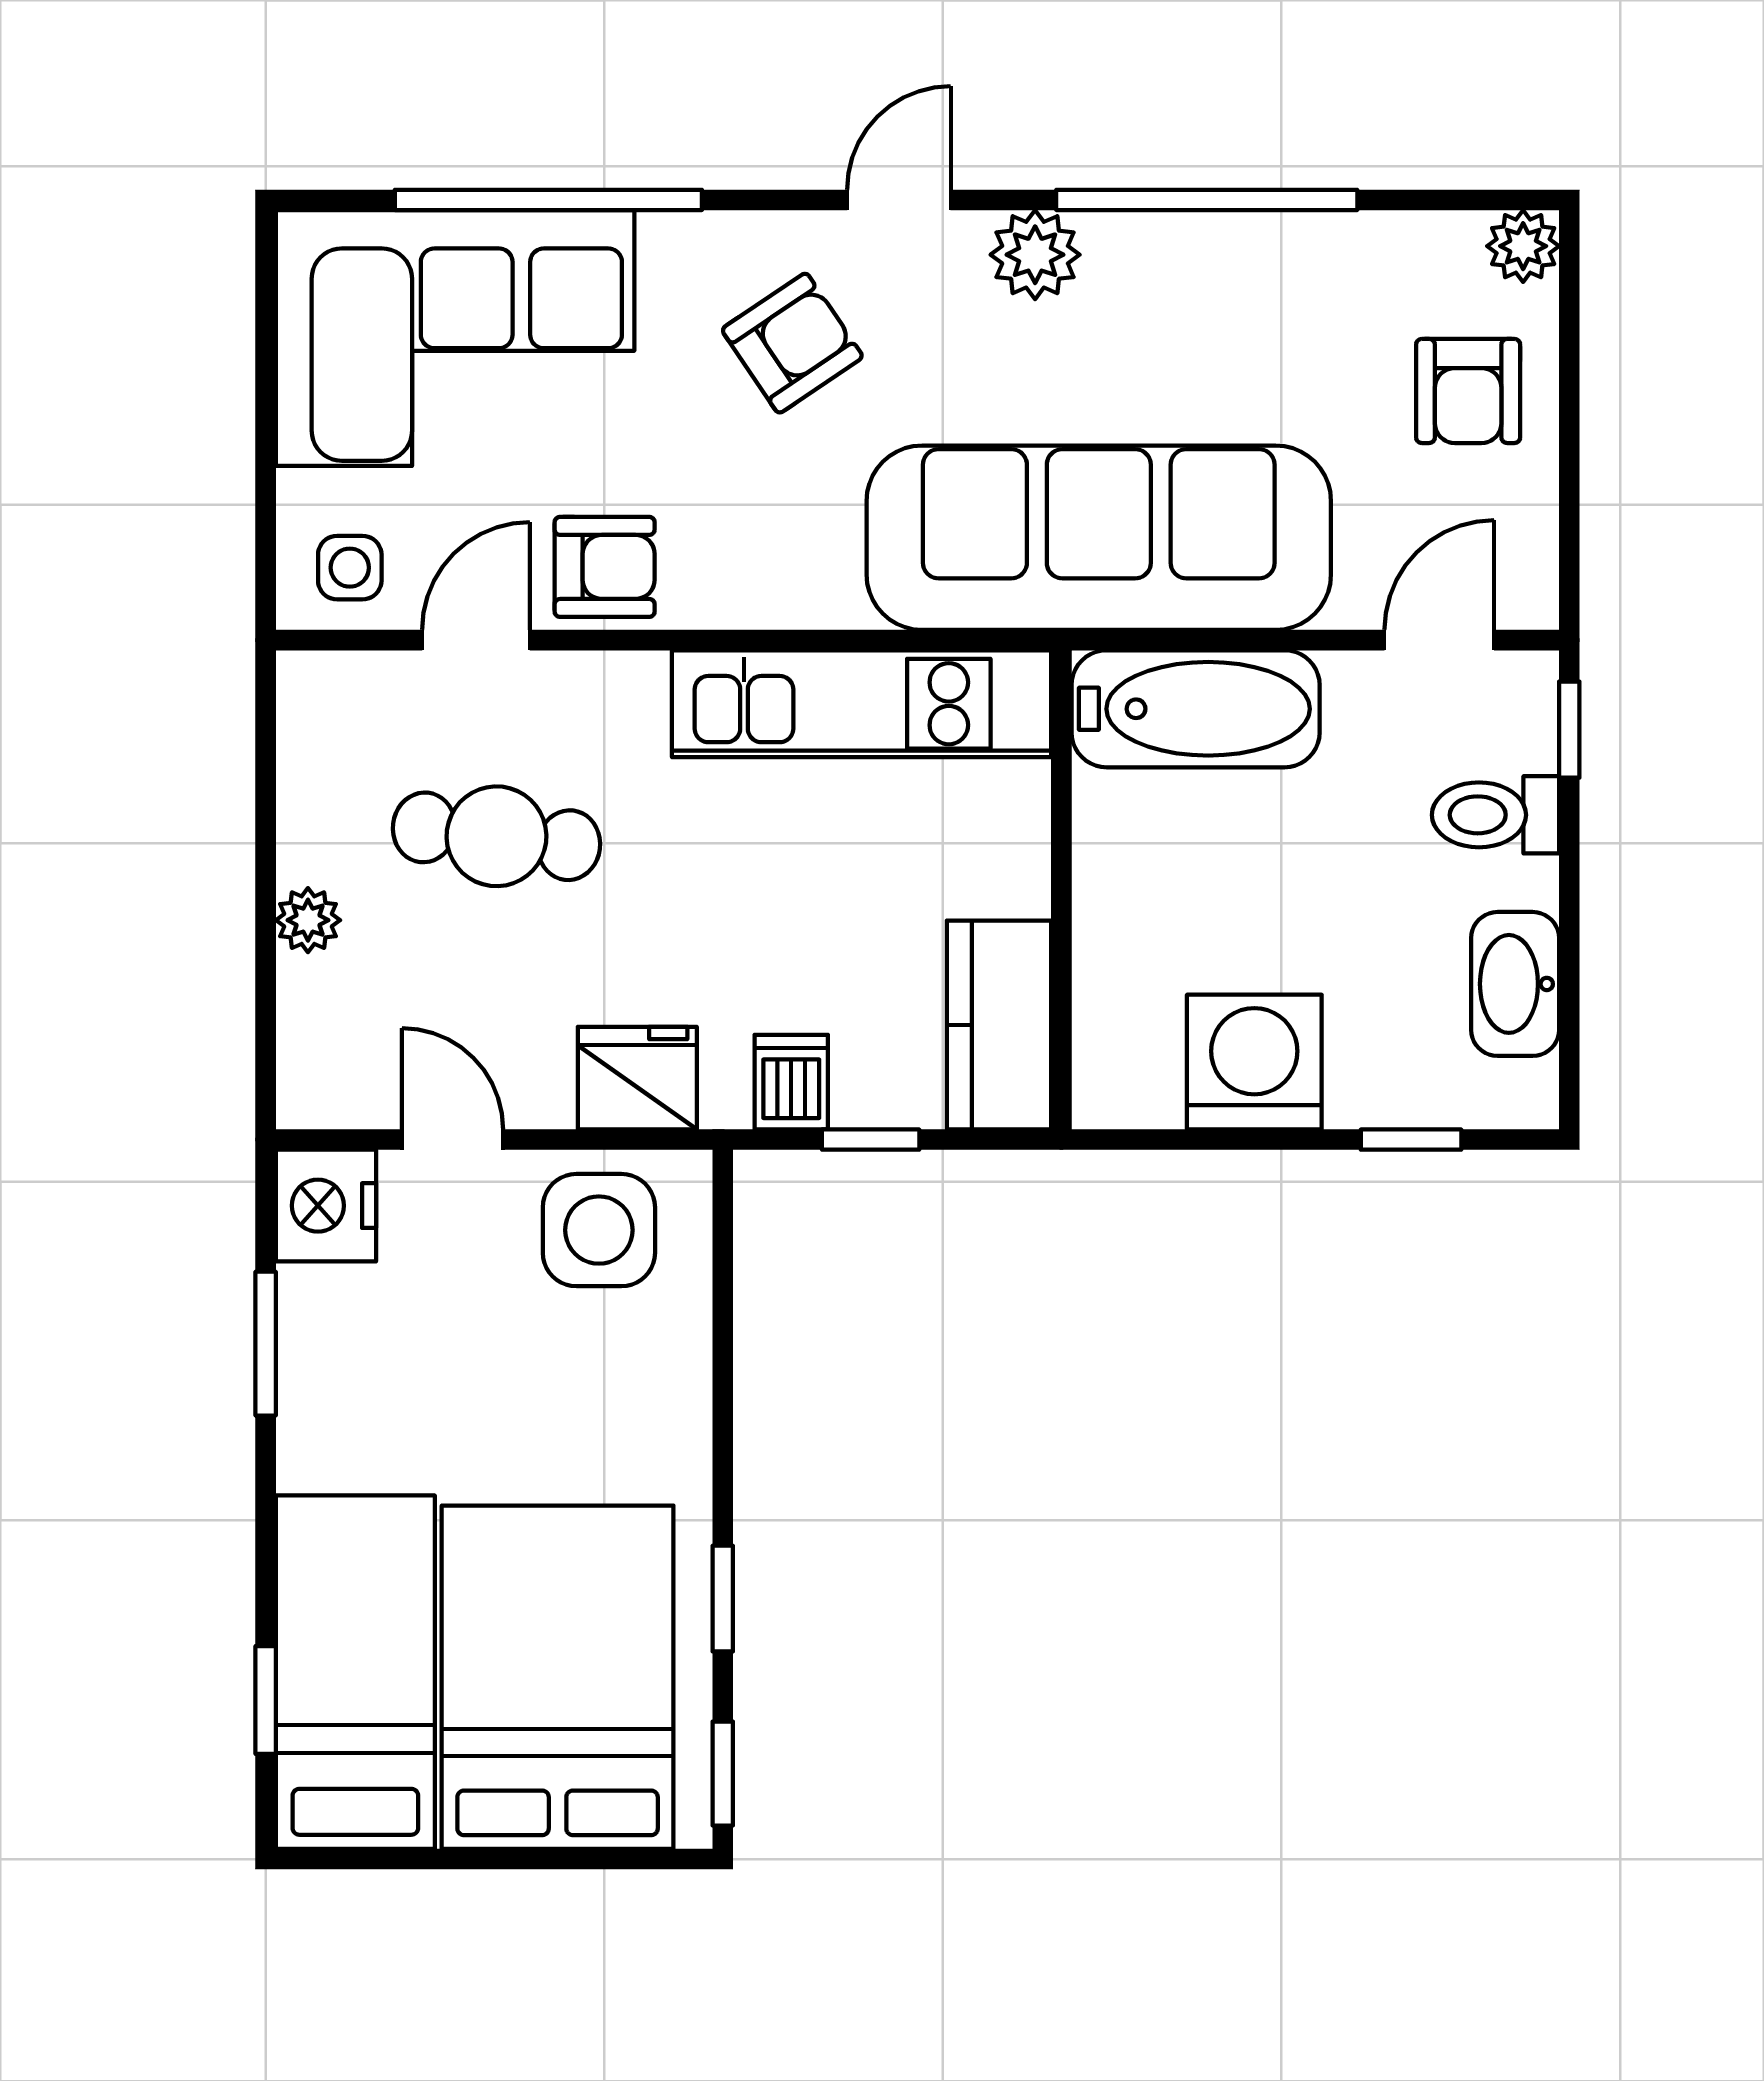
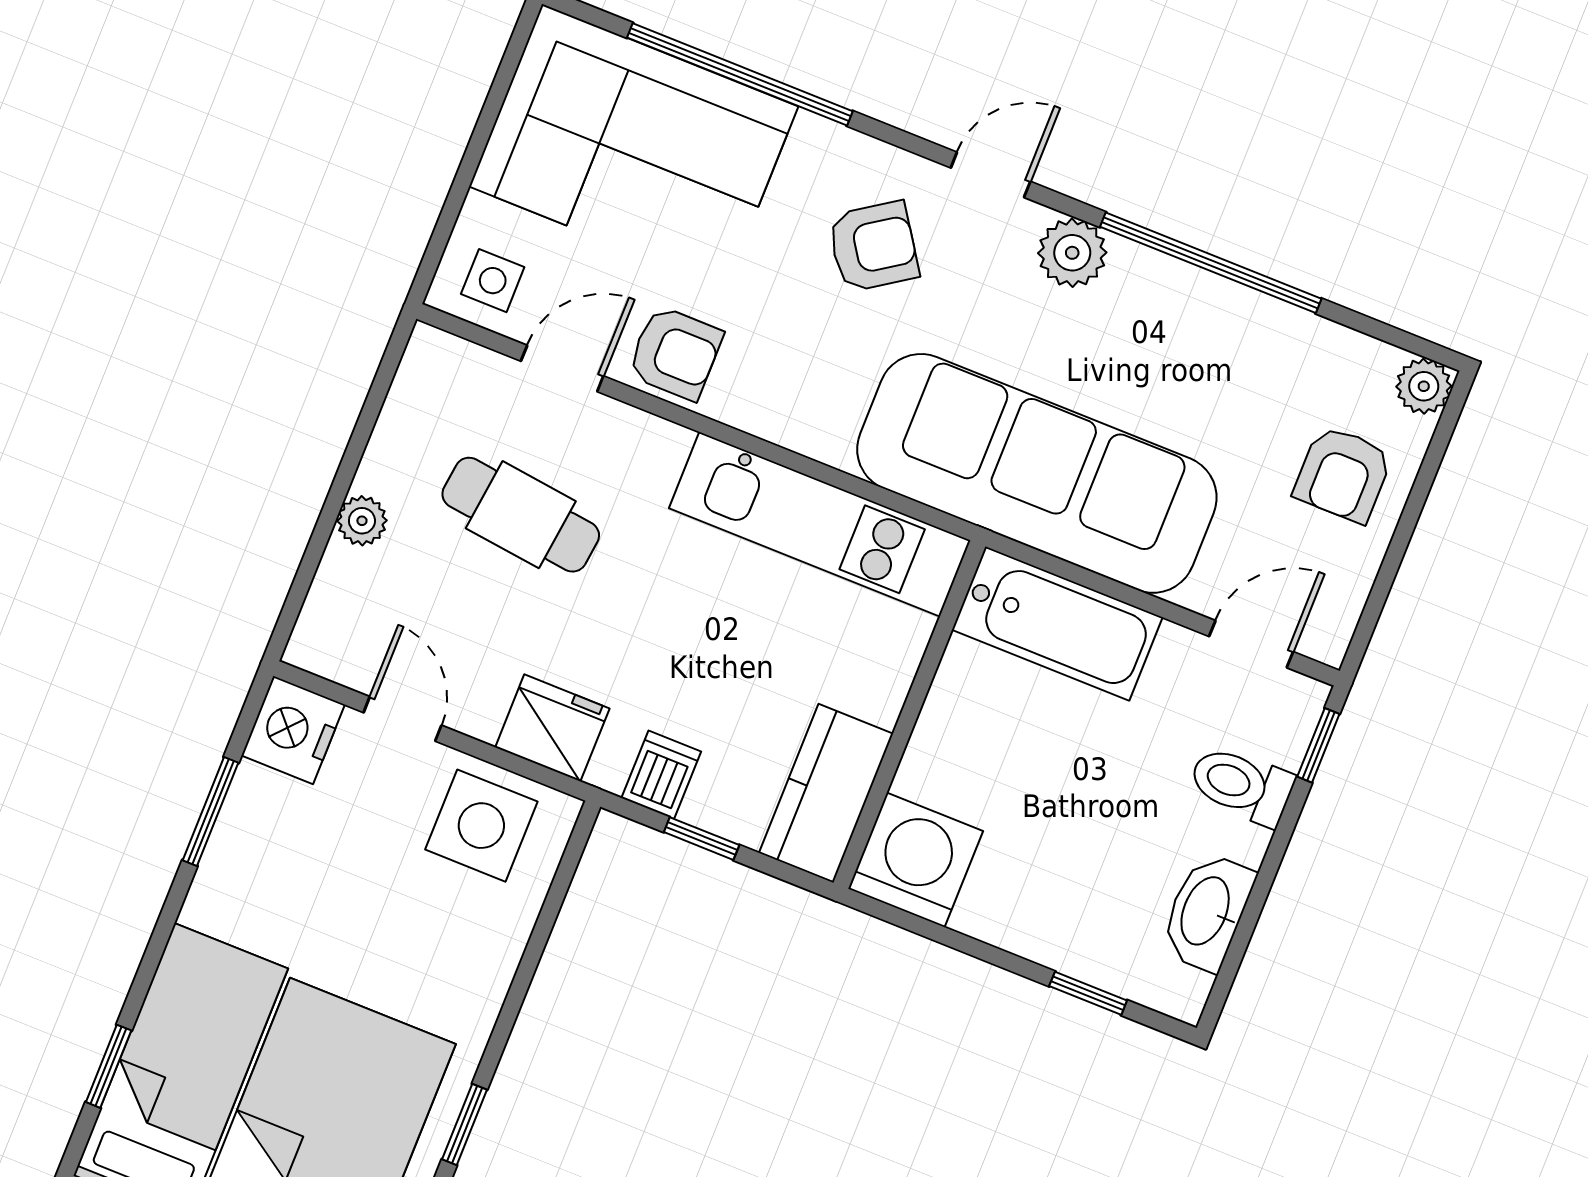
washing machine: (1254, 1062) -> (916, 860), moved

